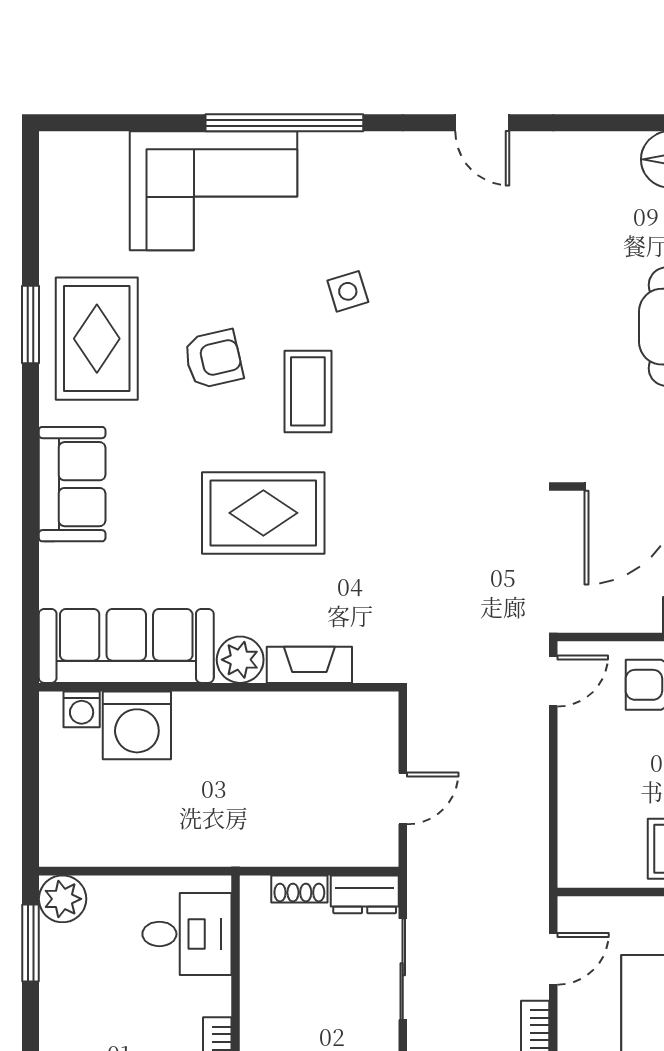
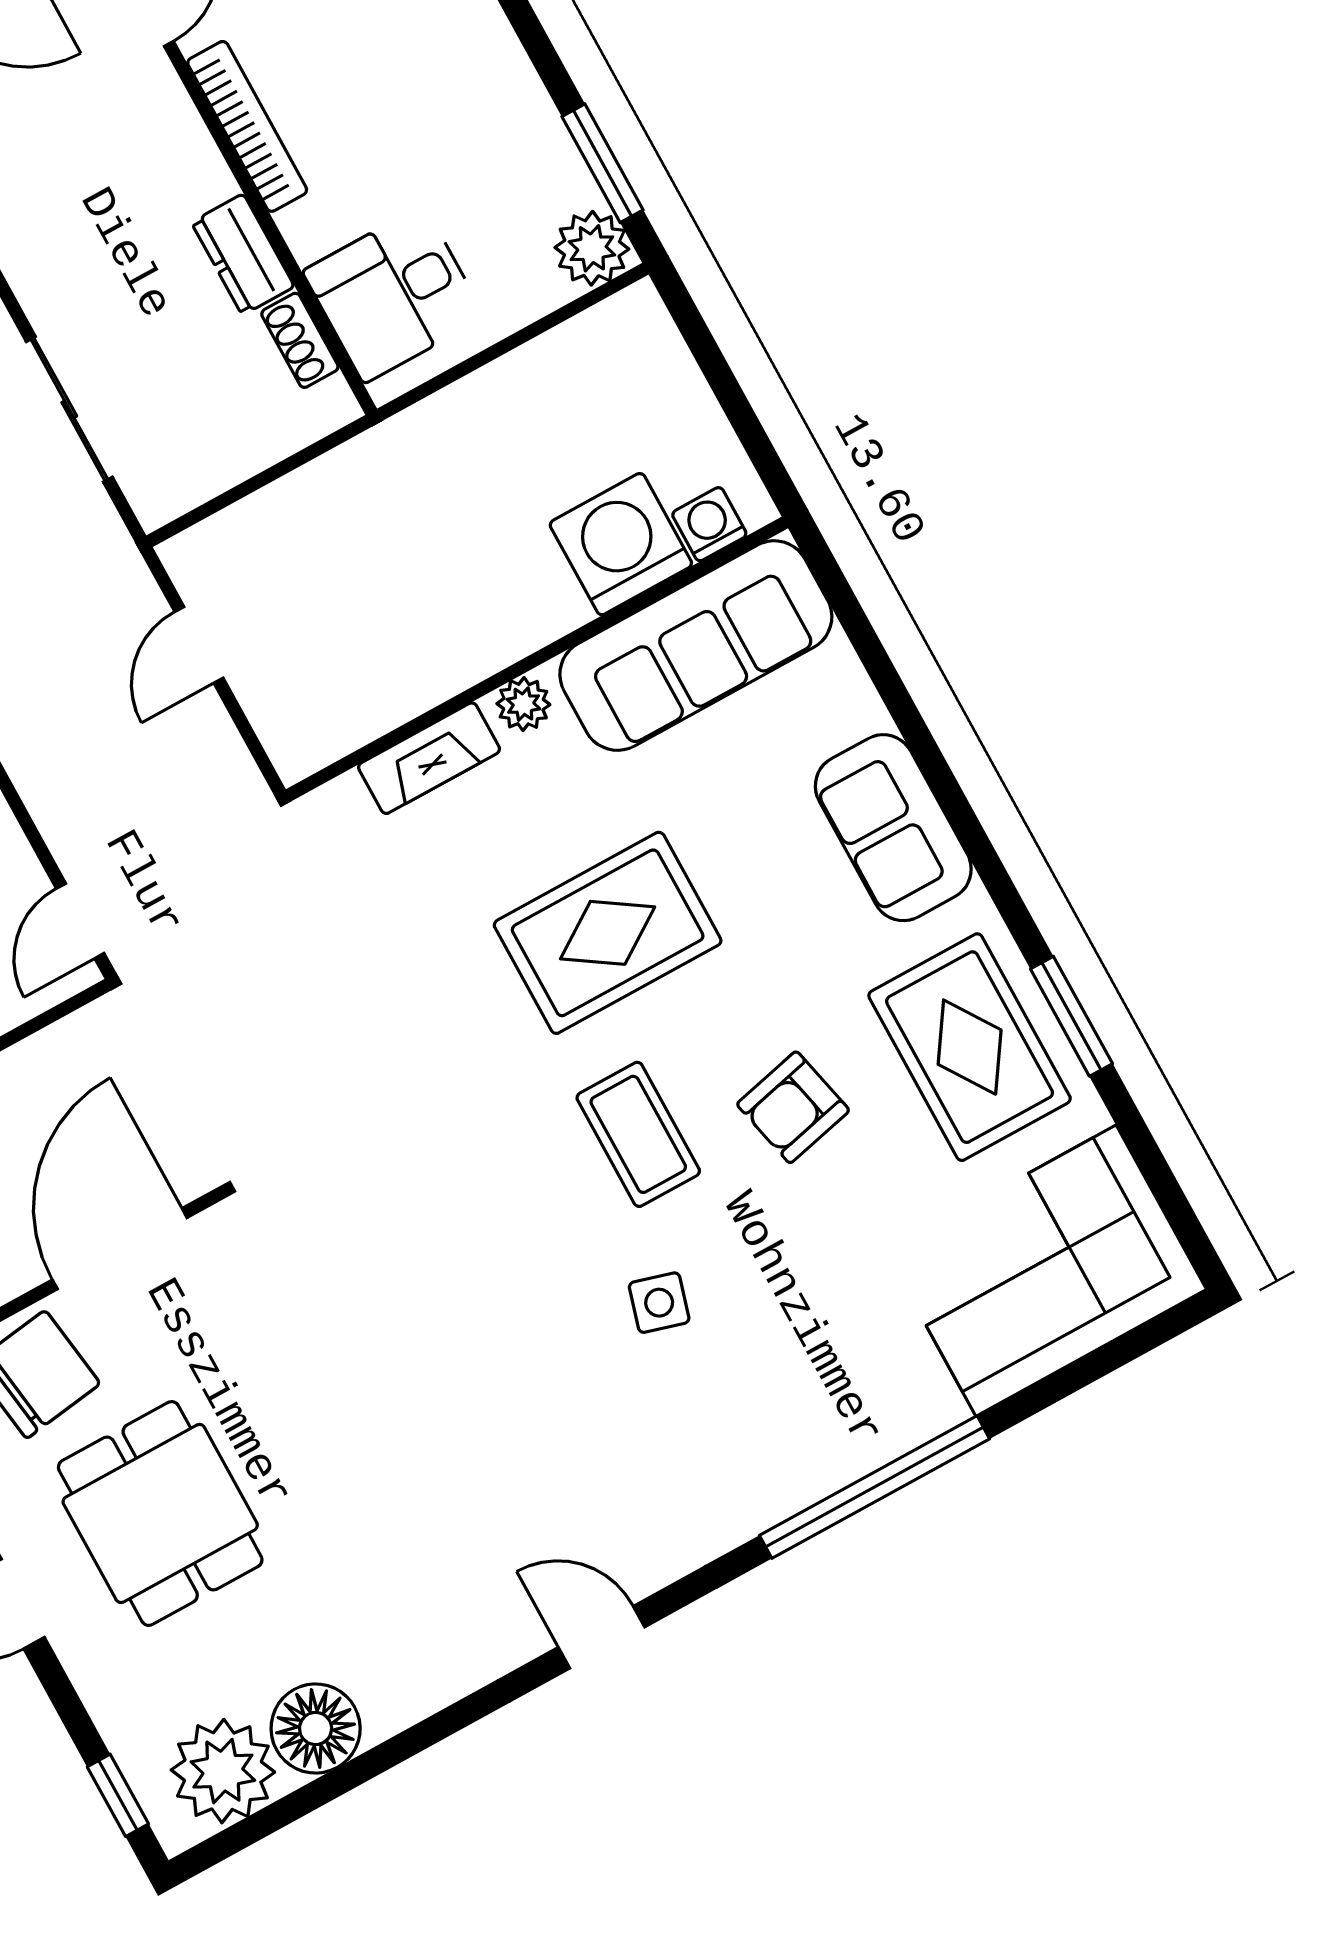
corner sofa: (214, 191) -> (1046, 1271), moved
side table: (348, 291) -> (659, 1303), turned 33
plant: (240, 660) -> (523, 704), width x0.73, depth x0.73
shoe rack: (299, 889) -> (300, 340), moved, turned -90
dresser: (365, 894) -> (243, 254), moved, turned -90

